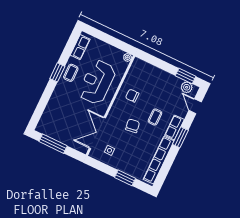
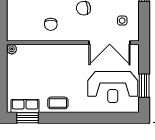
window: (57, 72) -> (28, 118), moved
reception desk: (97, 82) -> (113, 87), moved
window: (53, 144) -> (144, 86), width x0.69

